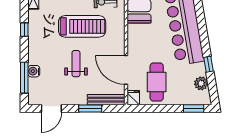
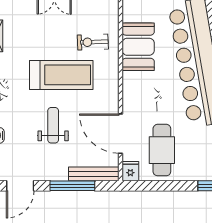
window: (90, 108) -> (72, 186), width x1.44

